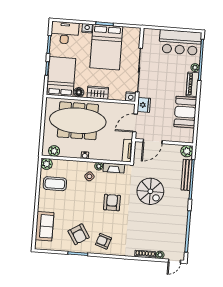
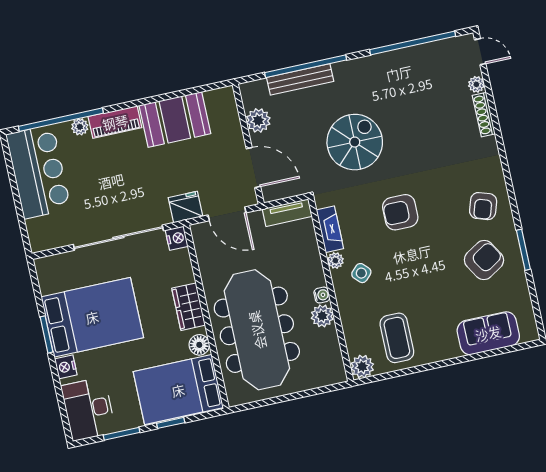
plant: (54, 151) -> (322, 316), moved
plant: (187, 151) -> (258, 120), moved

